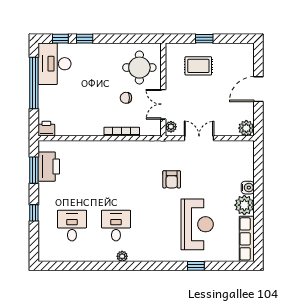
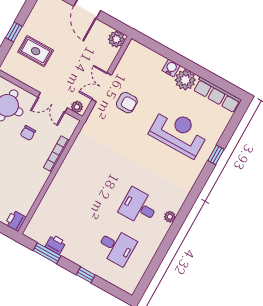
rug: (198, 66) -> (36, 51), turned 90
printer: (49, 167) -> (56, 244), width x0.53, depth x0.68
armchair: (172, 179) -> (127, 103), moved
desk: (72, 226) -> (116, 247), turned 180

